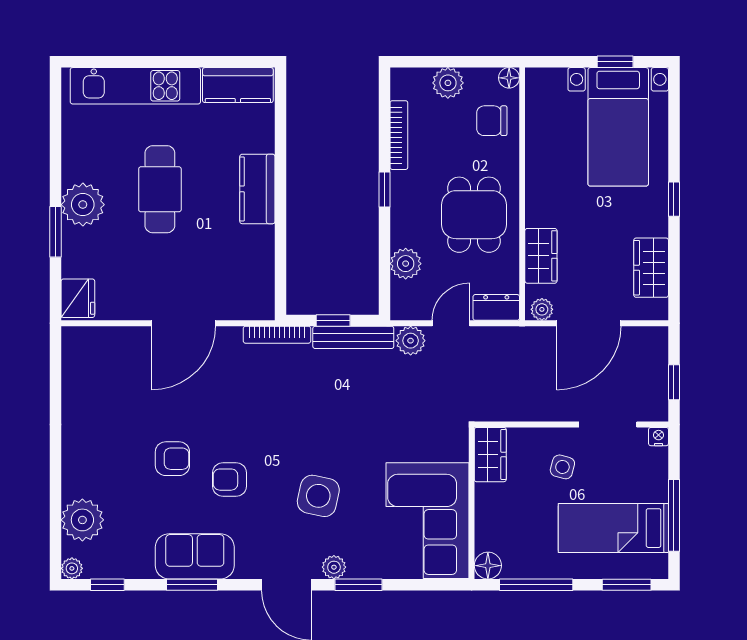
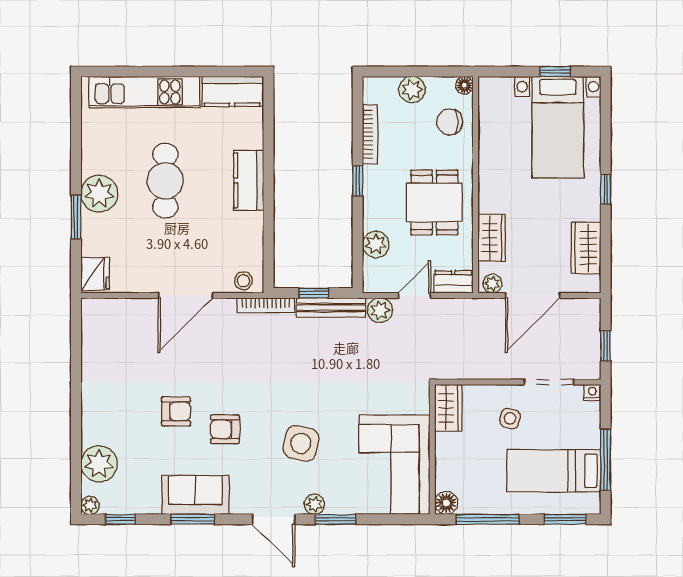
stool: (251, 306) -> (243, 281), added

